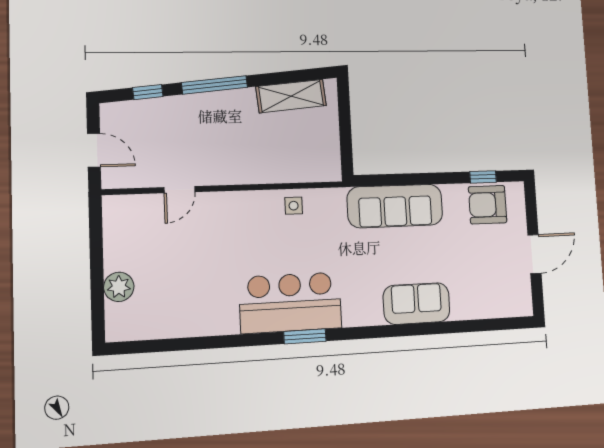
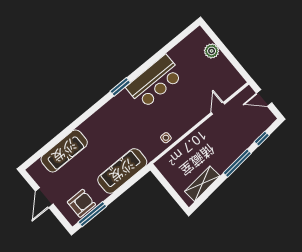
window: (483, 177) -> (92, 214), width x2.17
bar counter: (290, 303) -> (155, 82), moved
sofa: (417, 304) -> (64, 151), moved, width x1.36

